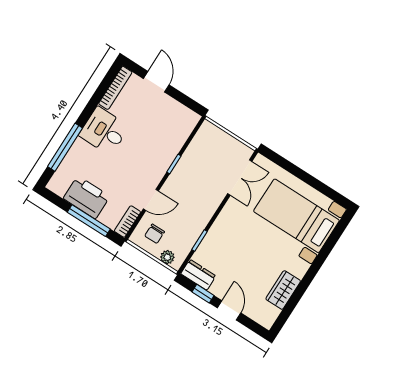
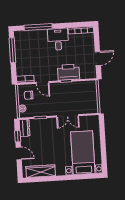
door: (156, 82) -> (98, 59), moved
double door: (240, 177) -> (68, 116), moved
printer: (87, 197) -> (68, 72), moved, turned -90
window: (89, 221) -> (12, 50), moved
wardrobe: (283, 290) -> (41, 171), width x1.50
door: (229, 310) -> (19, 153), hinge flipped

